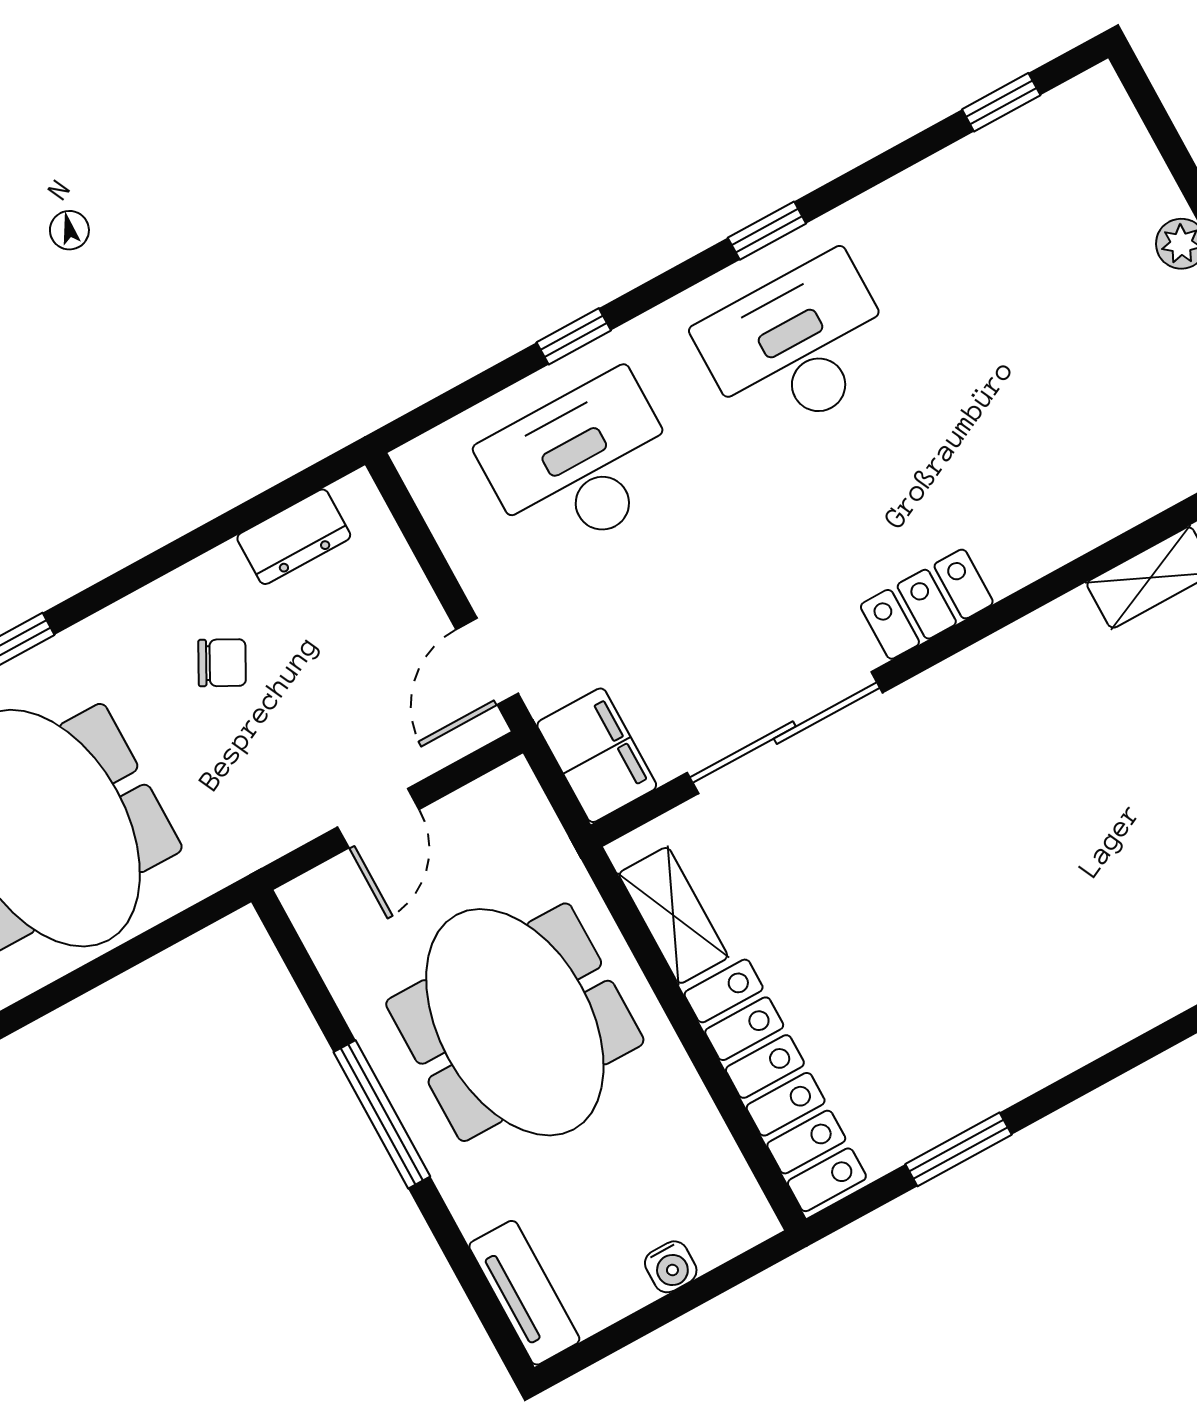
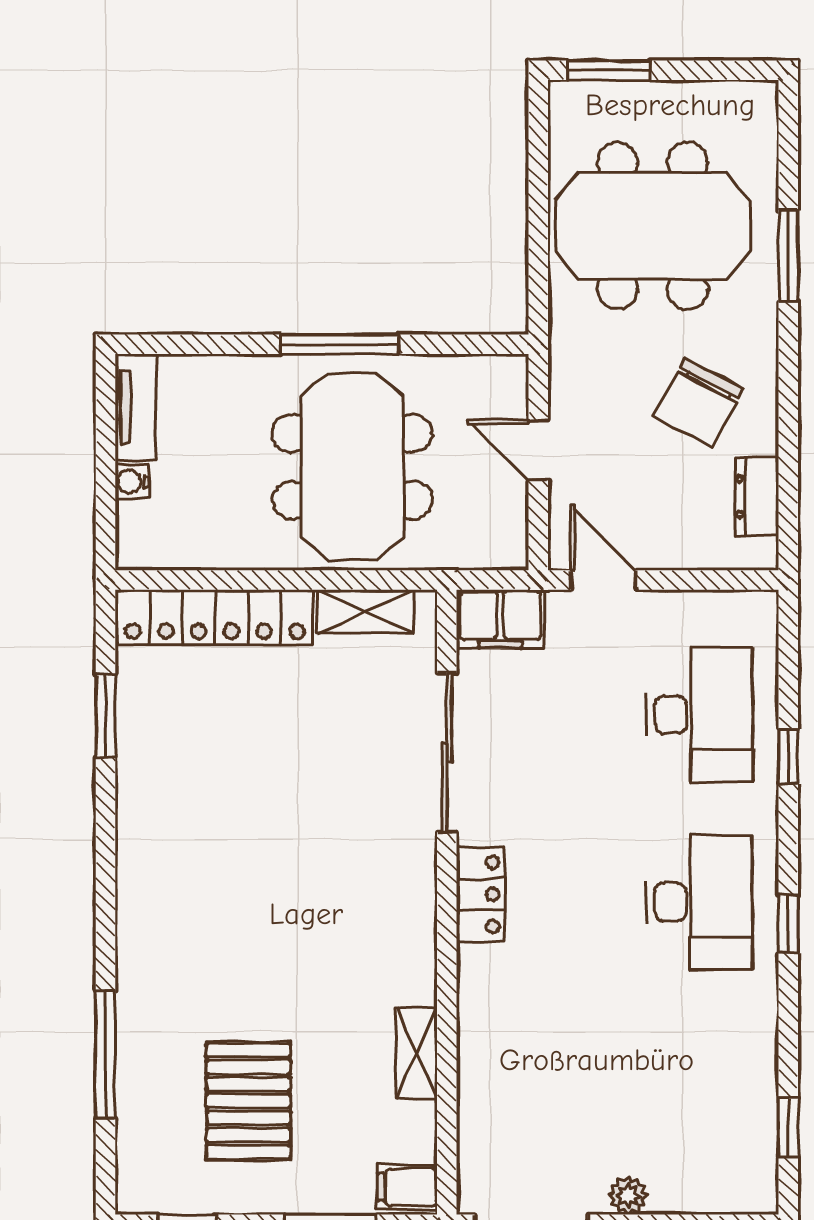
chair: (222, 663) -> (699, 403), width x1.87, depth x1.87
meeting table: (515, 1022) -> (352, 467), turned 90
tv unit: (524, 1293) -> (135, 407), moved, turned -90

